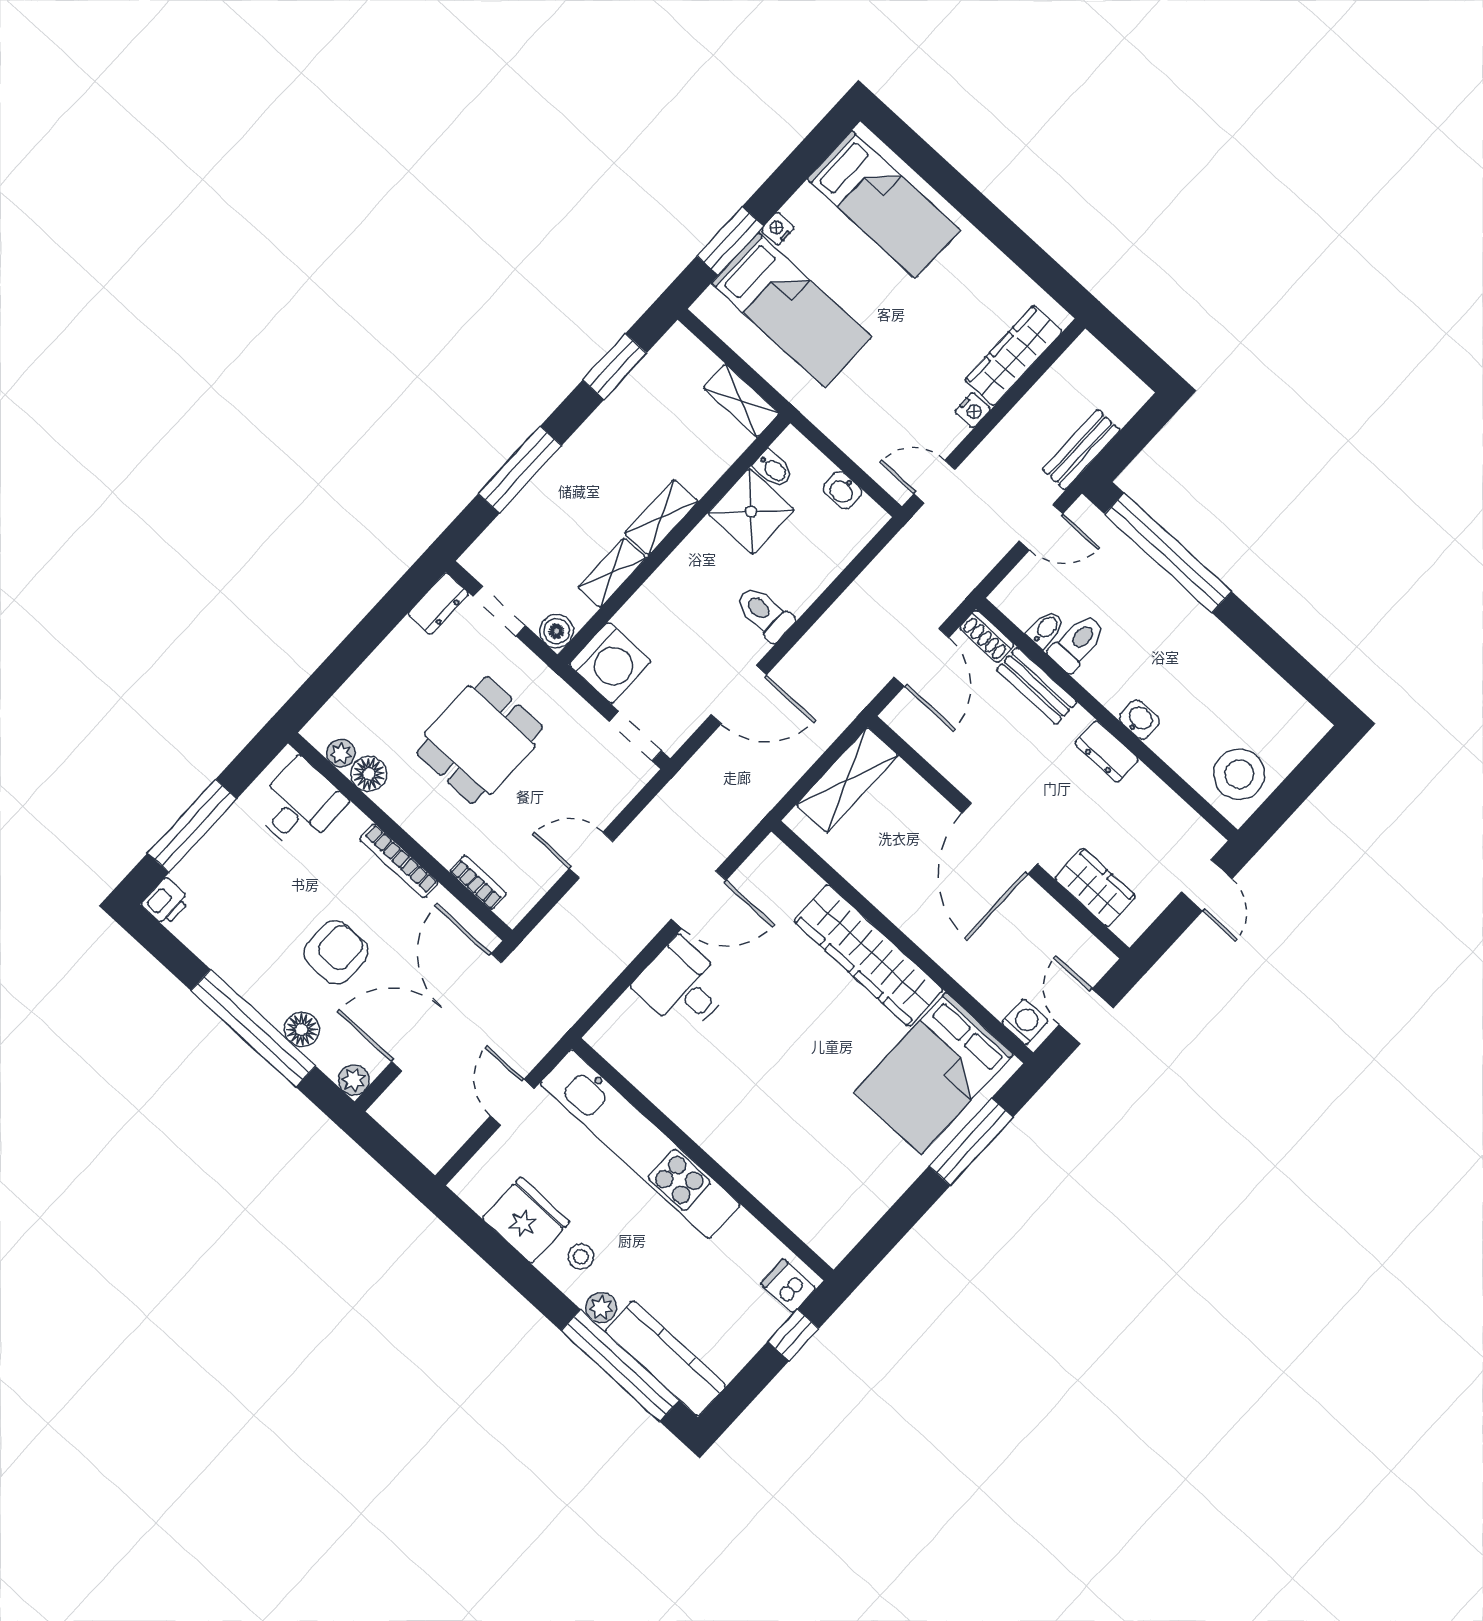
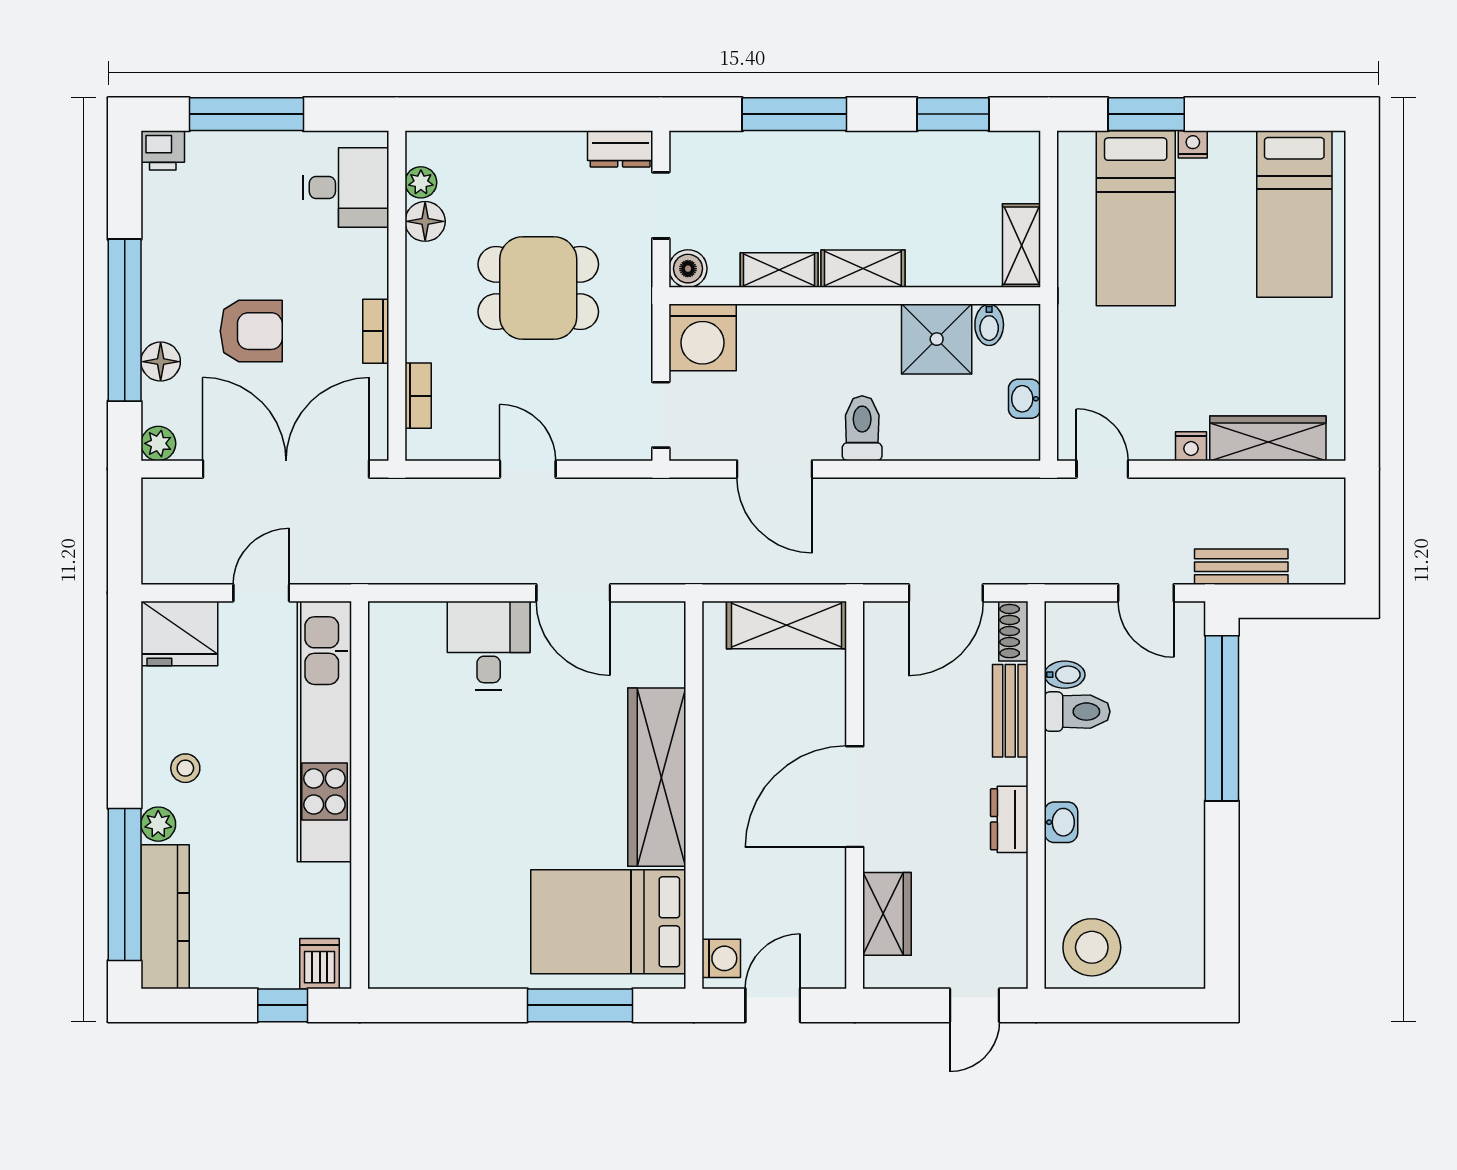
bookcase: (399, 861) -> (376, 331), width x0.64
fridge: (526, 1220) -> (179, 633), moved, turned 90

